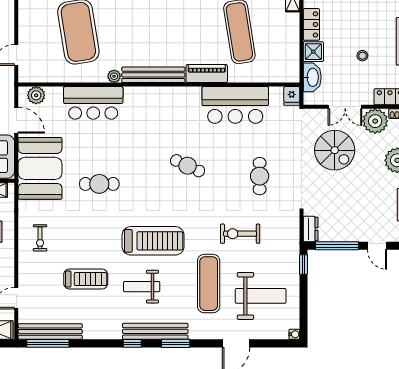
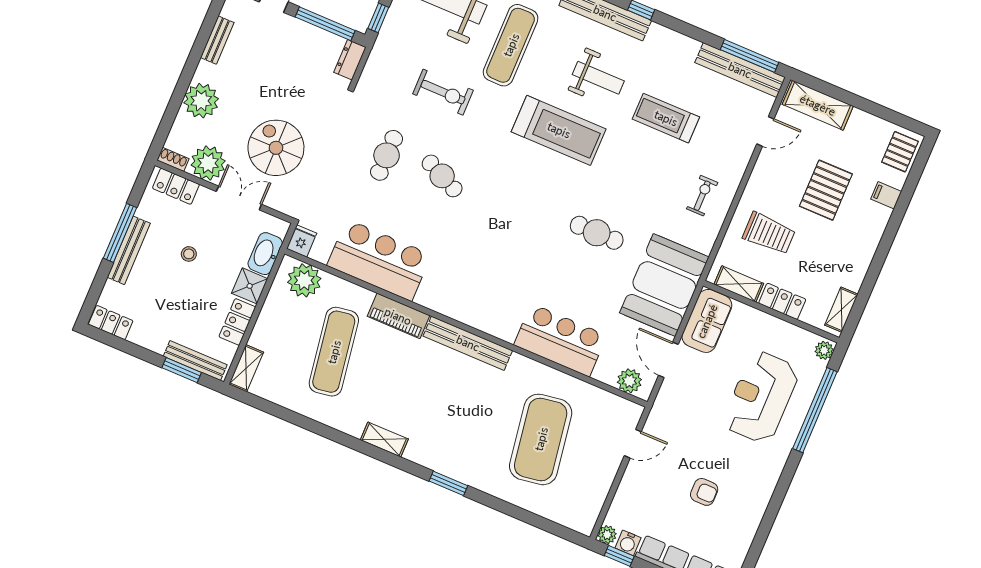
plant: (114, 76) -> (304, 280), moved, width x1.88, depth x1.88
cafe table: (188, 166) -> (442, 176), moved
treadmill: (153, 241) -> (559, 130), turned 180

